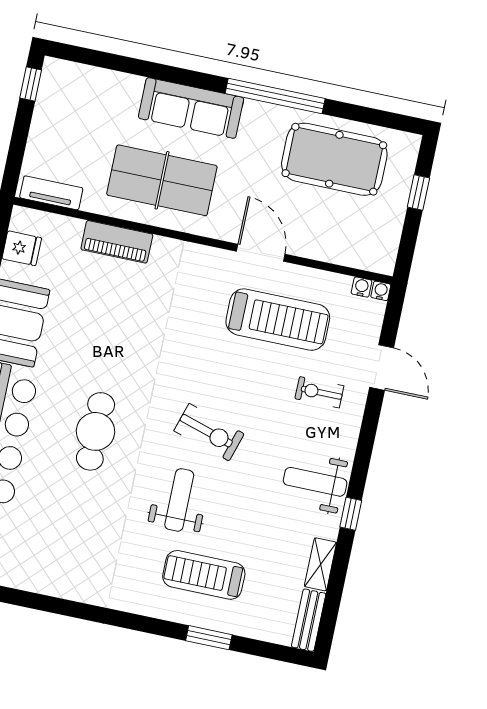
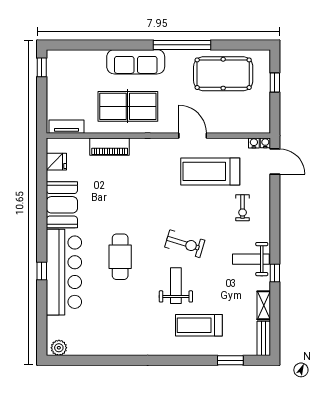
treadmill: (278, 320) -> (210, 171), turned 180
door: (382, 367) -> (275, 161), moved
exercise bike: (319, 392) -> (243, 208), turned -90
window: (209, 638) -> (230, 360), moved

